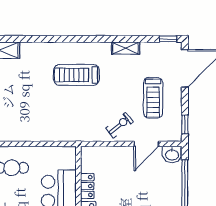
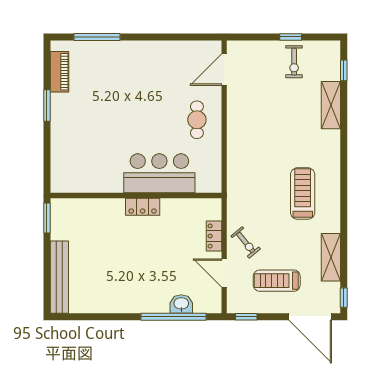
shelving: (126, 48) -> (331, 257), width x1.50, depth x1.33
washbasin: (172, 154) -> (181, 304), moved, turned 90
locker: (87, 186) -> (214, 236), moved, turned 90

